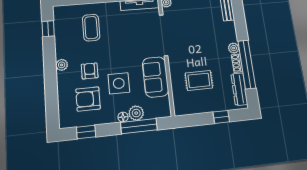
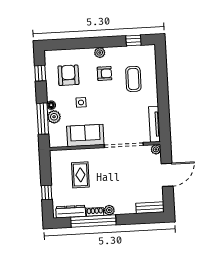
coffee table: (91, 28) -> (133, 79), turned 90
armchair: (90, 71) -> (104, 74), moved
side table: (119, 83) -> (81, 102), width x0.54, depth x0.54

